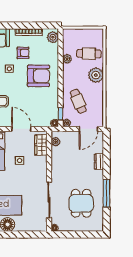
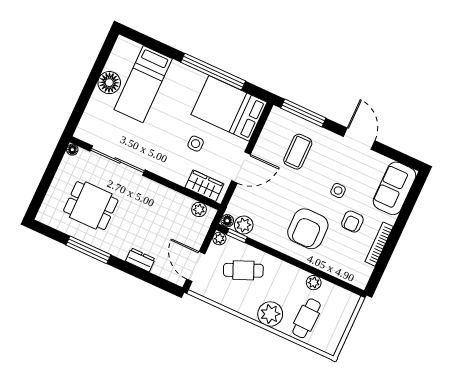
plant: (53, 37) -> (244, 225), moved

